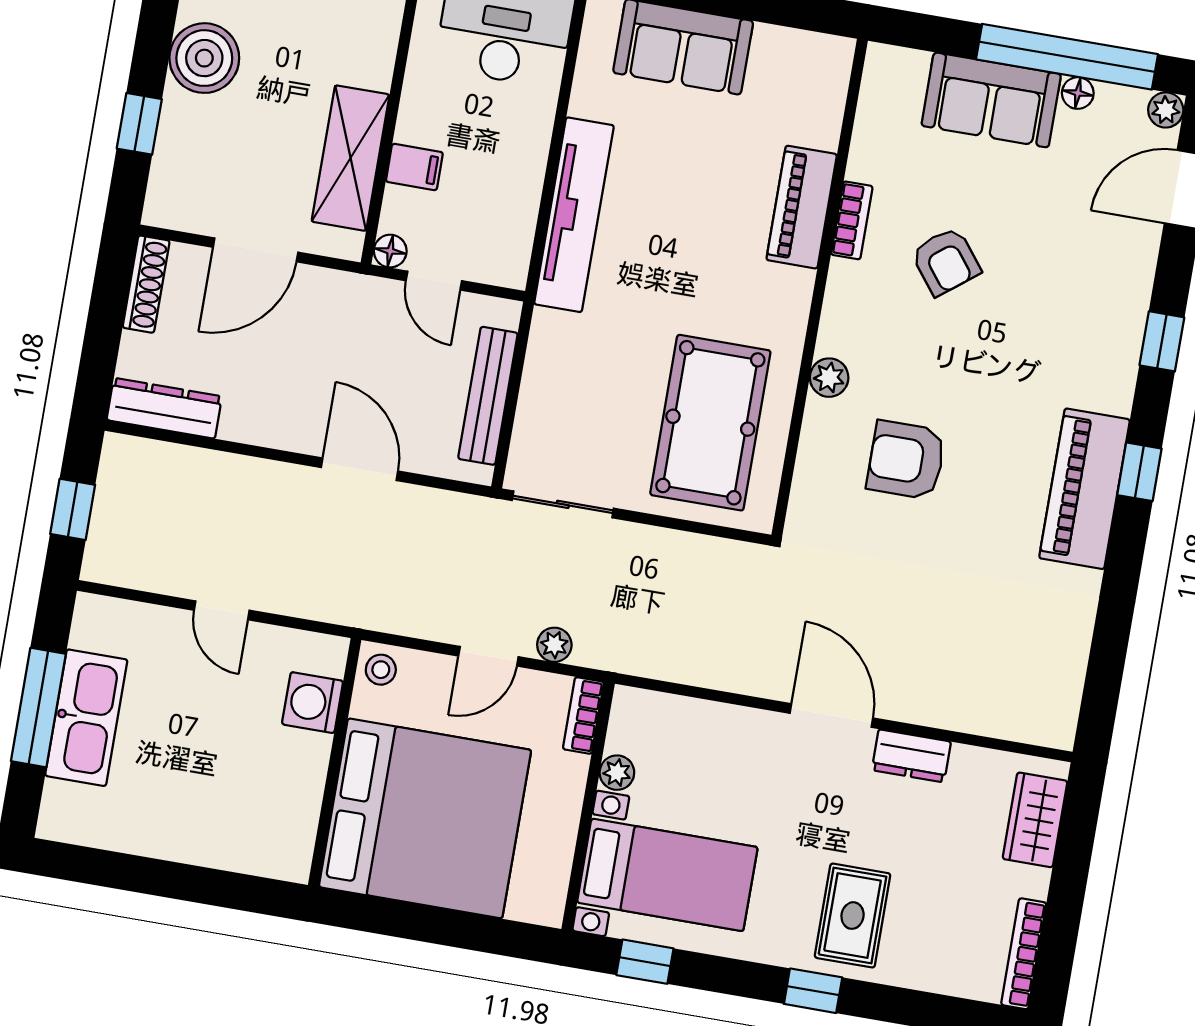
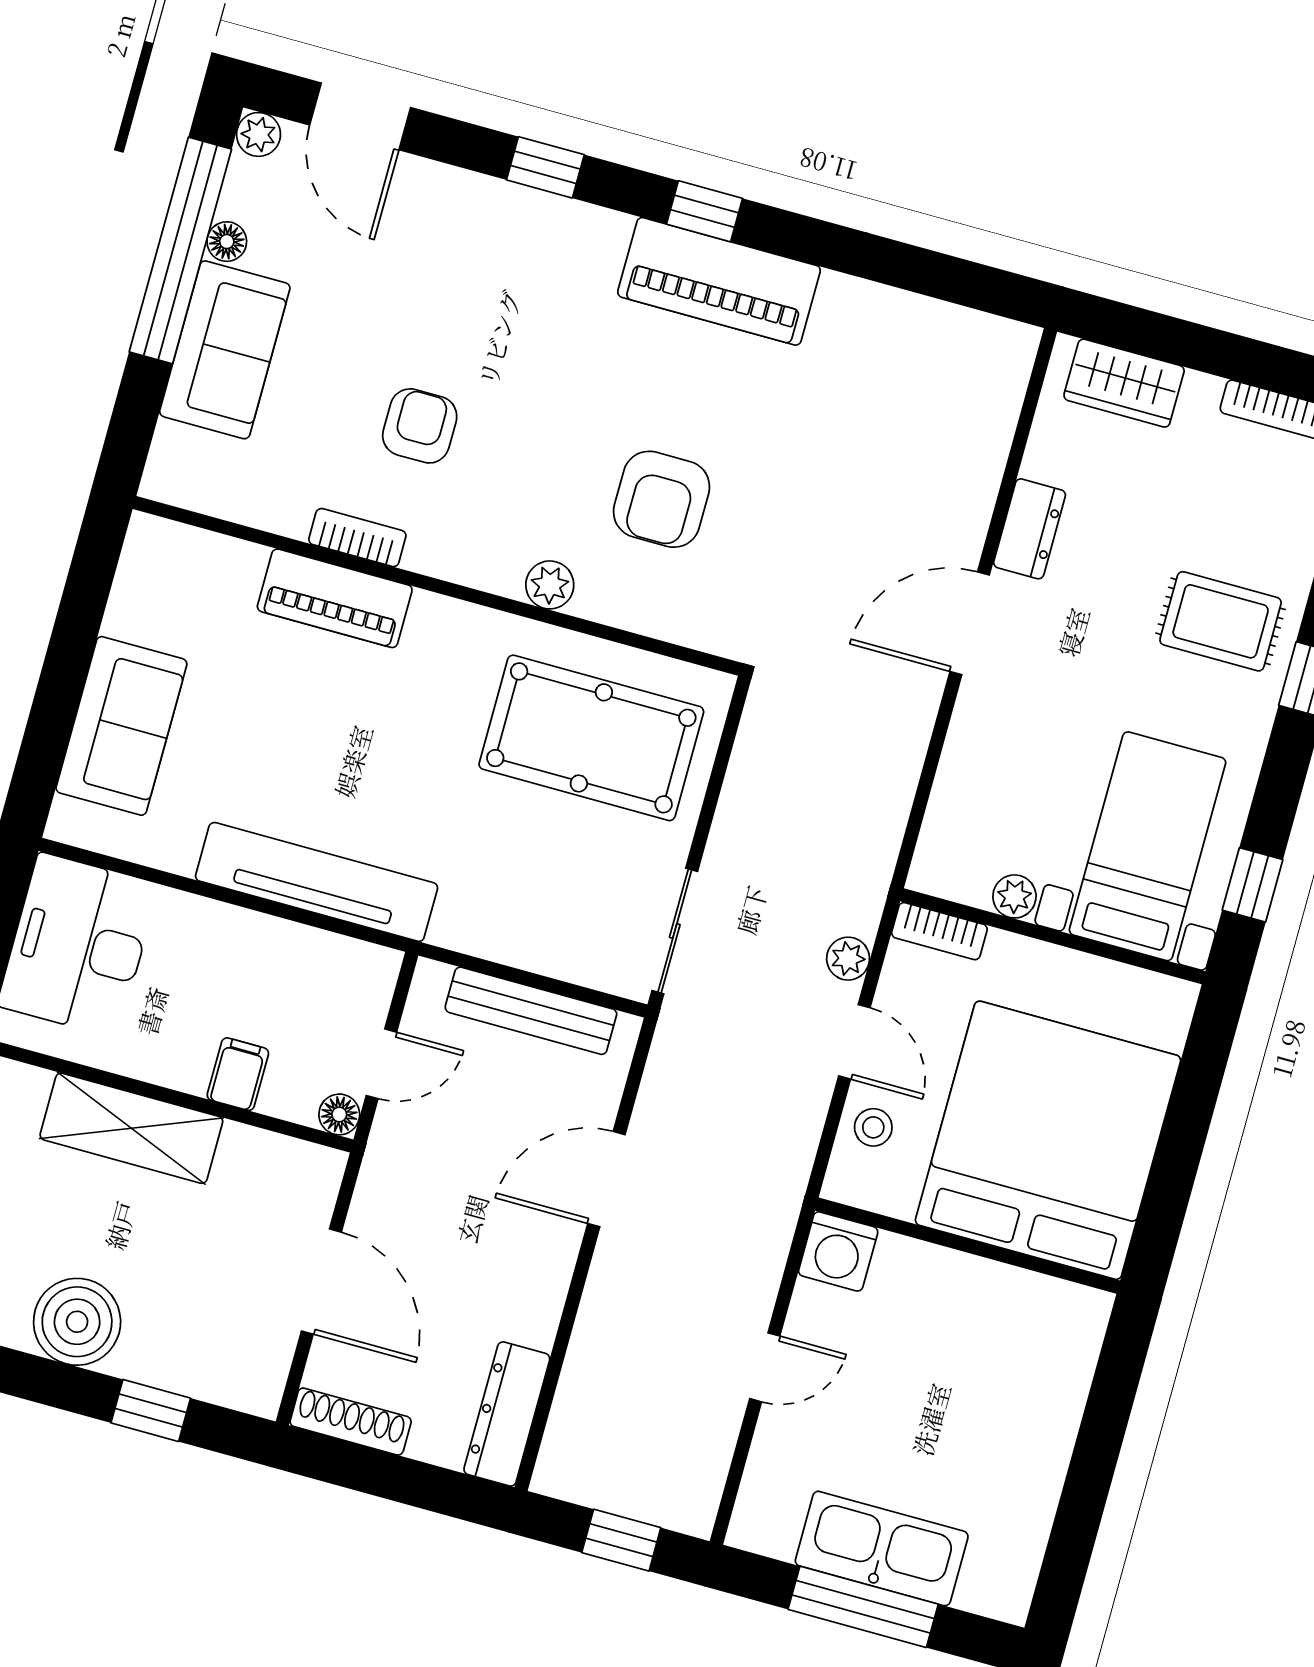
shelving: (351, 158) -> (131, 1128), moved
armchair: (946, 261) -> (420, 426), turned -52
stool: (381, 670) -> (873, 1127), moved
washing machine: (313, 703) -> (838, 1251), moved

